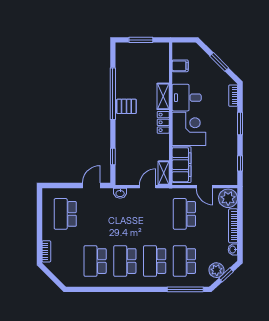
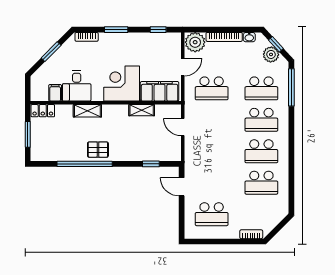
desk: (187, 98) -> (77, 86), moved
pallet: (126, 106) -> (98, 150), turned 90
locker: (163, 122) -> (43, 111), moved
shelving: (164, 173) -> (142, 110), moved
washbasin: (120, 193) -> (190, 156), removed

